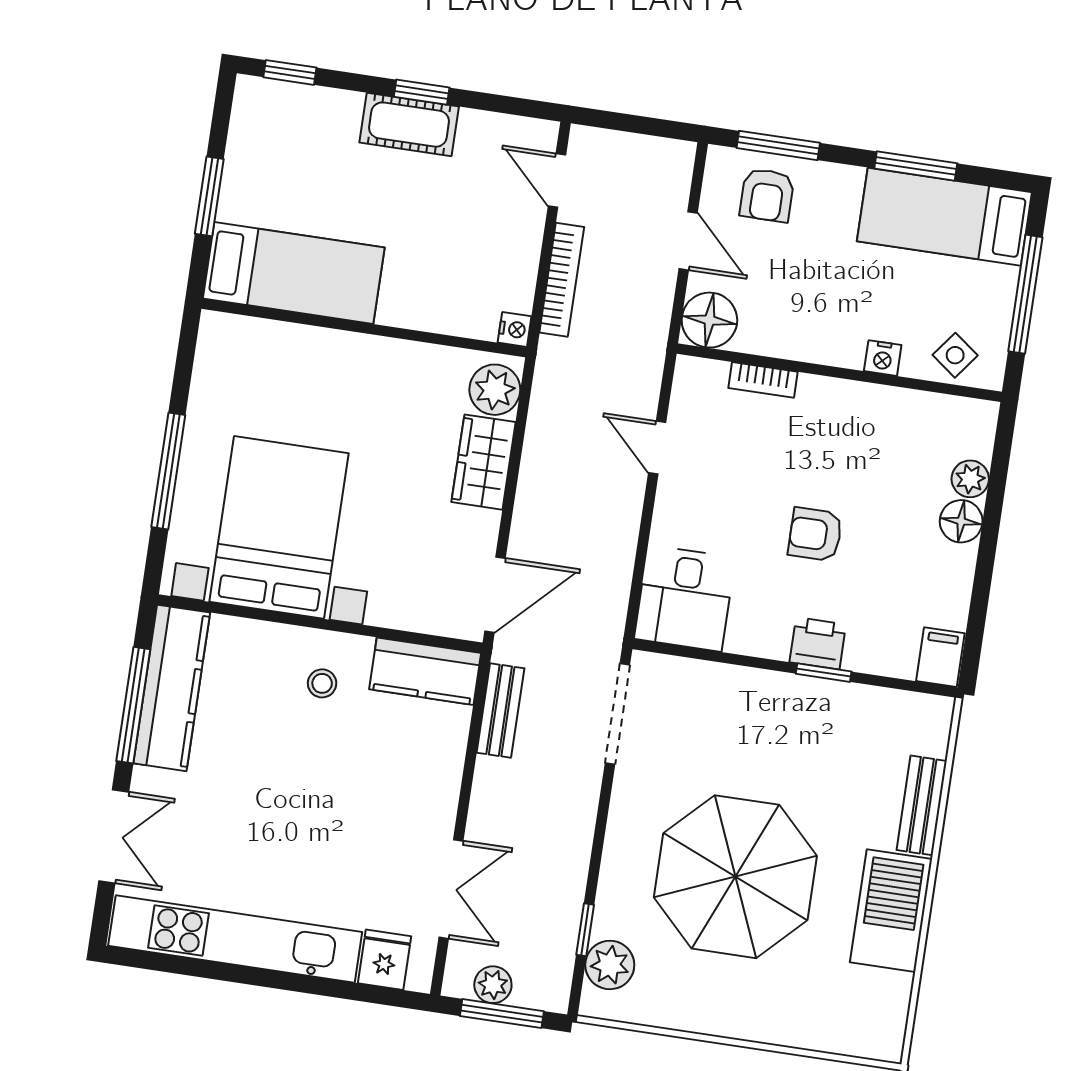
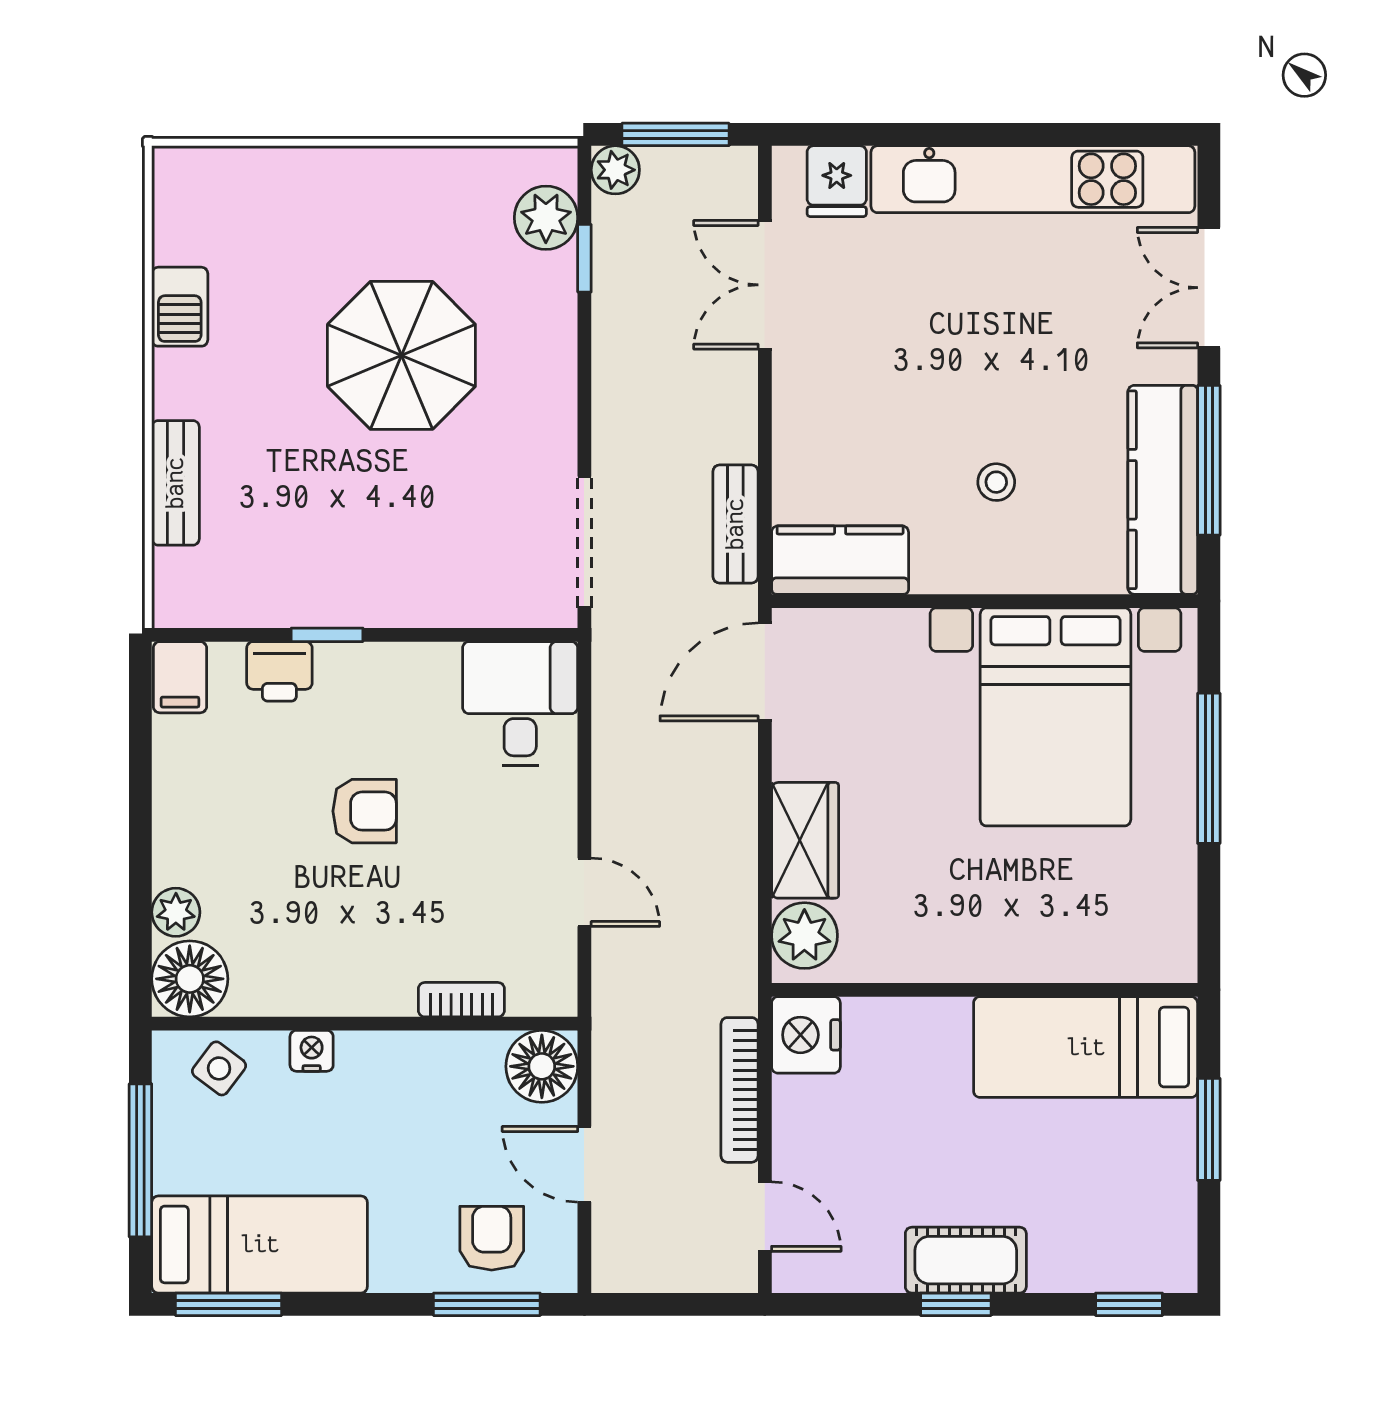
window: (916, 166) -> (229, 1304), moved
nightstand: (515, 329) -> (806, 1035), width x1.89, depth x1.79
floor lamp: (961, 521) -> (190, 979), moved, width x1.38, depth x1.38
printer: (818, 643) -> (279, 671), moved
stool: (322, 683) -> (996, 482), moved
parasol: (735, 877) -> (401, 355), width x0.73, depth x0.73
barbecue: (891, 911) -> (180, 307), width x0.53, depth x0.65
plant: (493, 985) -> (615, 170), moved

